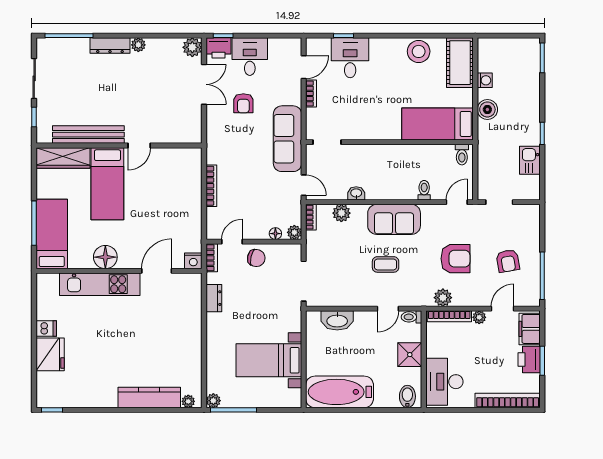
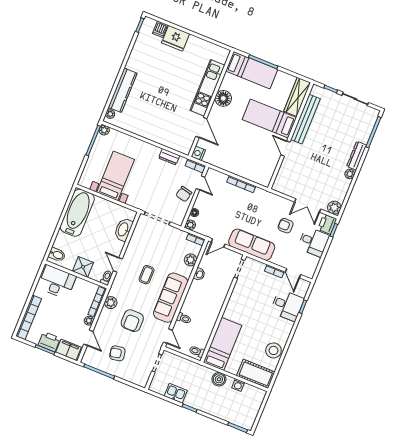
sofa: (394, 219) -> (171, 298), width x1.36
dishwasher: (46, 329) -> (160, 29), moved

